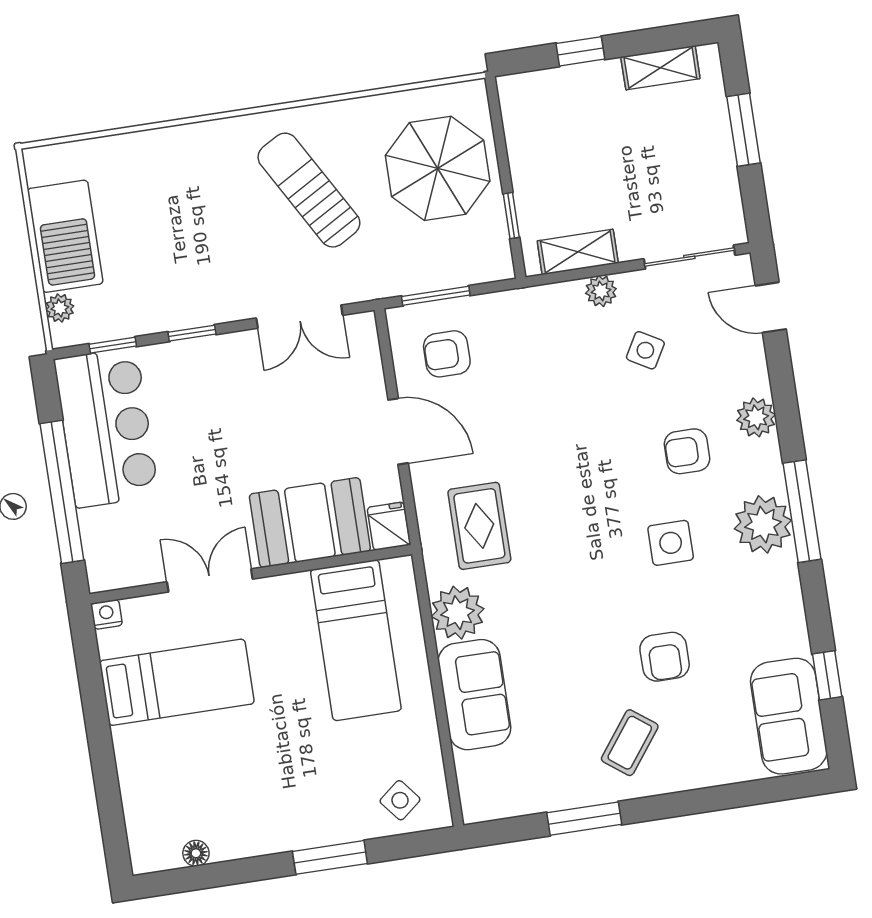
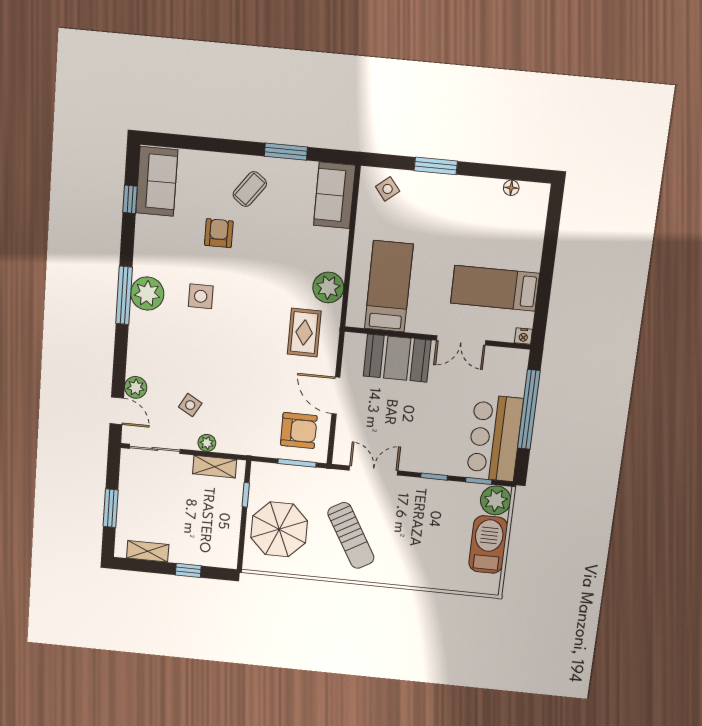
plant: (60, 308) -> (496, 500), width x1.87, depth x1.87
armchair: (447, 354) -> (299, 431), width x1.38, depth x1.38
plant: (756, 417) -> (136, 387), moved
armchair: (687, 451) -> (180, 345), removed
fridge: (389, 526) -> (354, 345), removed
sofa: (474, 695) -> (334, 195), moved

